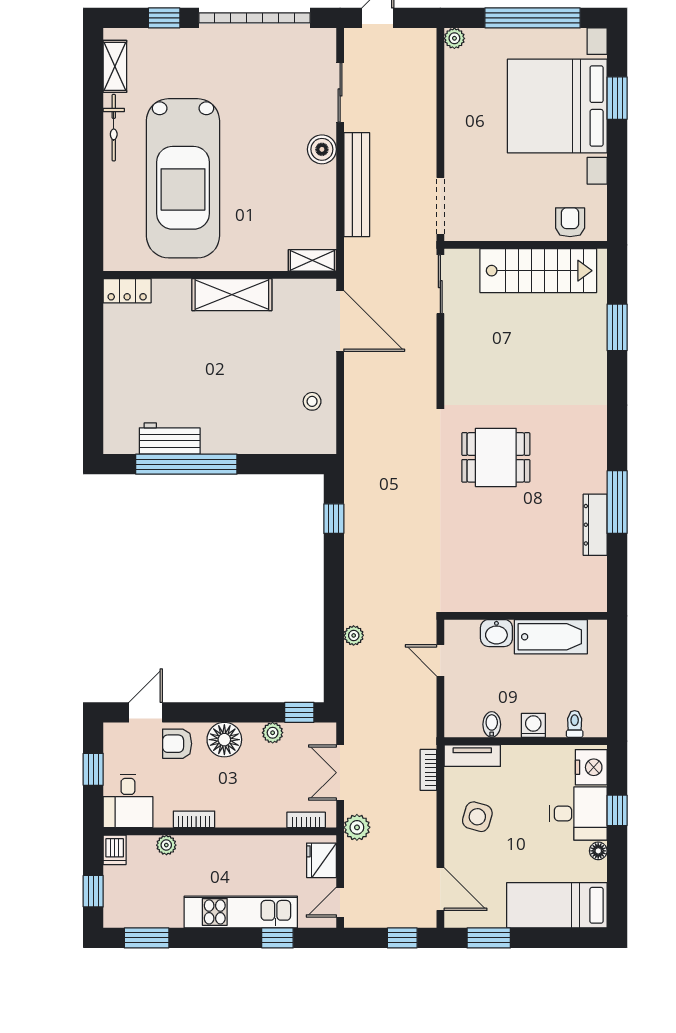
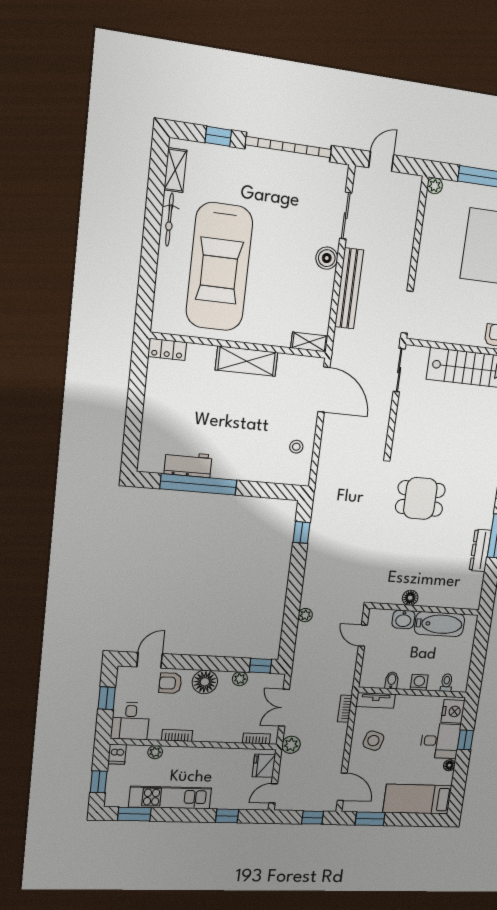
floor lamp: (502, 601) -> (410, 598), added
kitchen unit: (241, 912) -> (170, 798), moved

